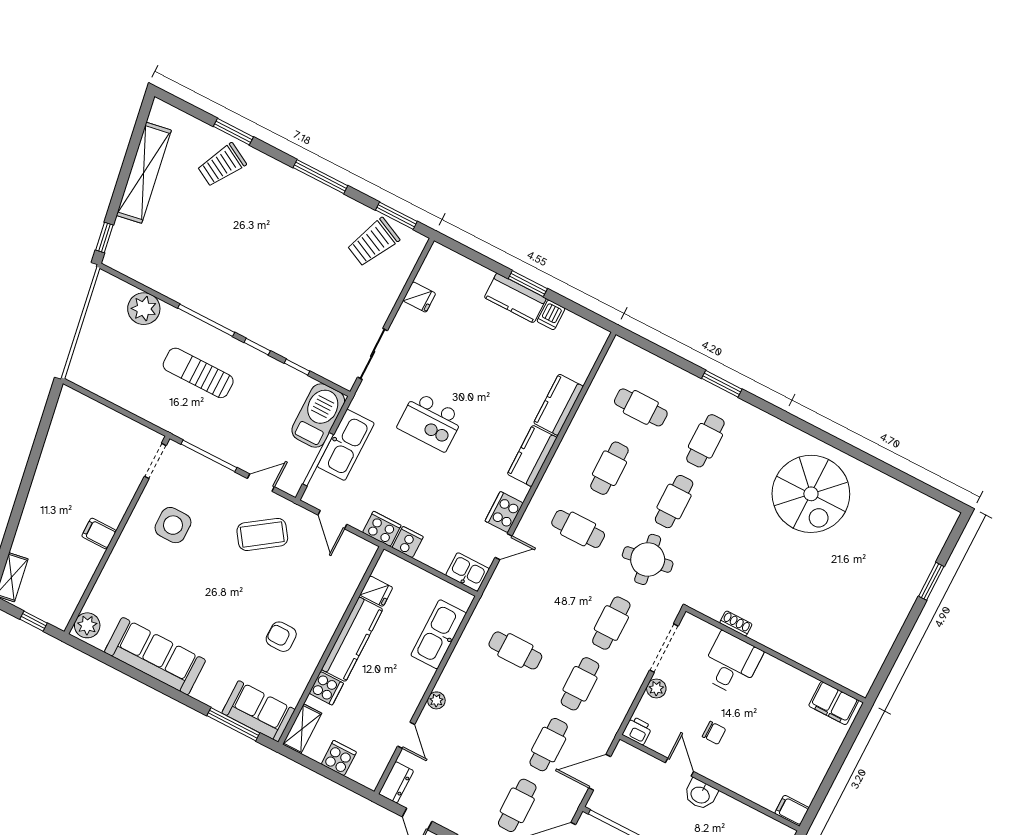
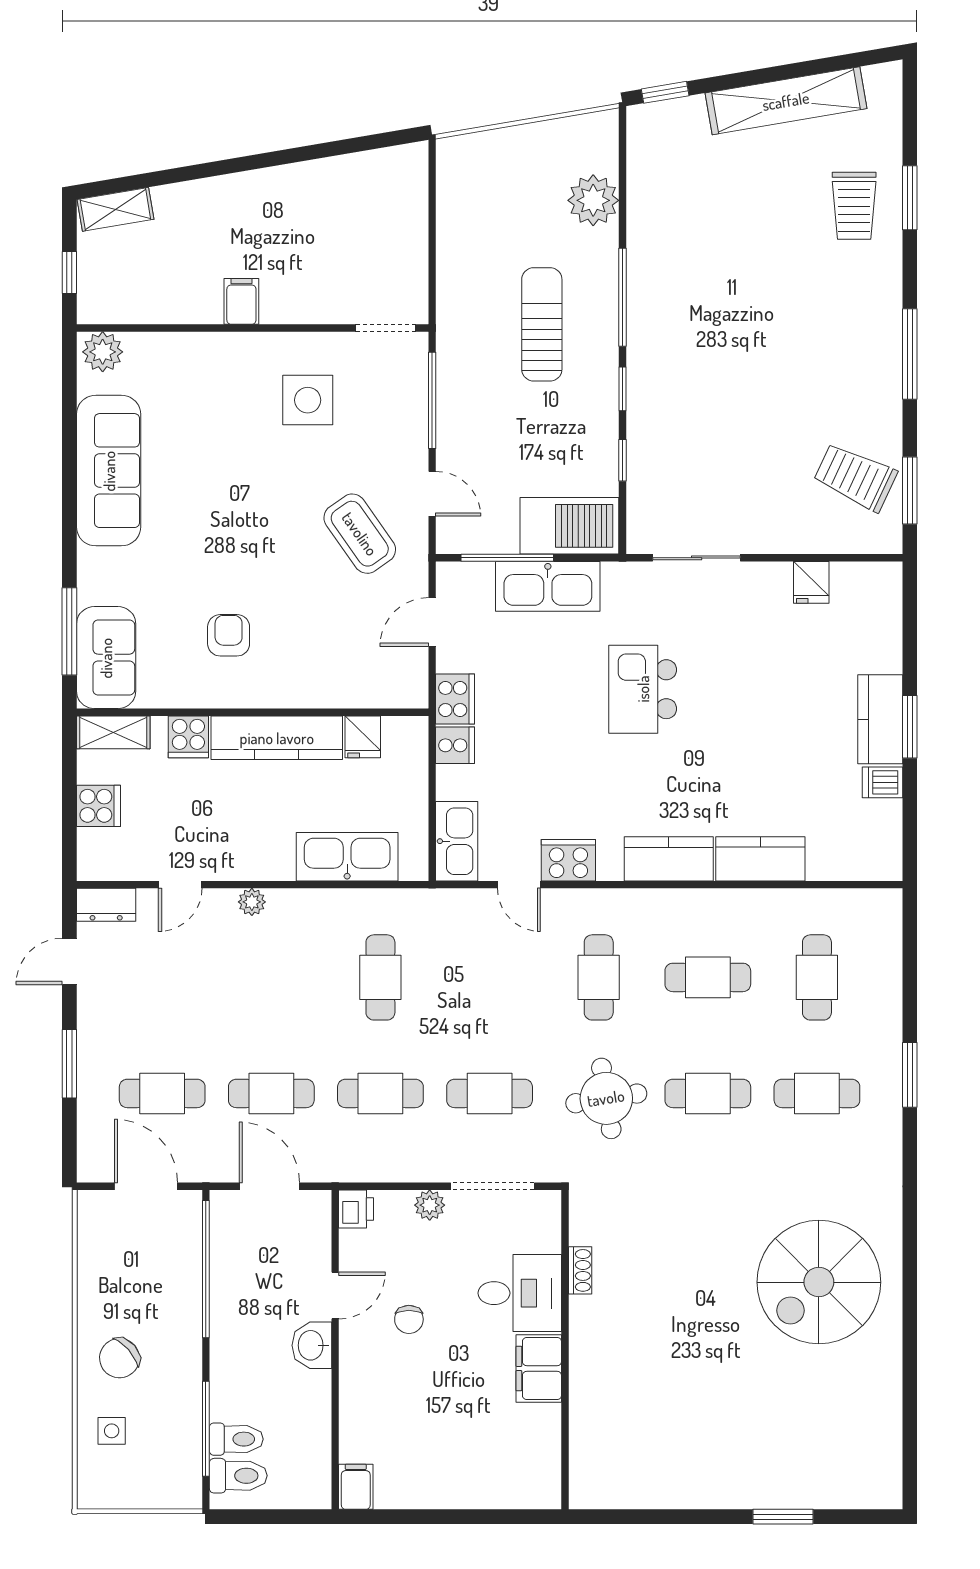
trolley: (222, 165) -> (854, 206), turned -119
kitchen sink: (467, 572) -> (457, 841), width x1.38
filing cabinet: (834, 703) -> (539, 1368), moved

